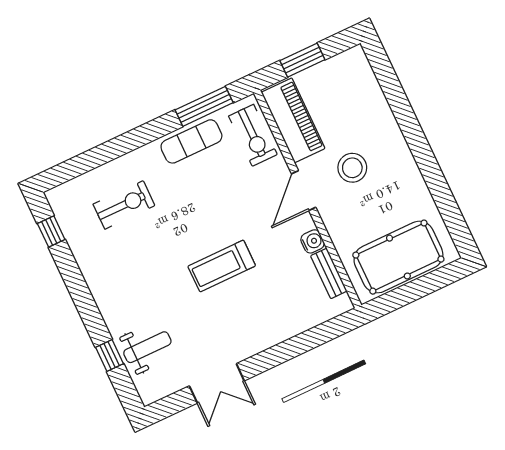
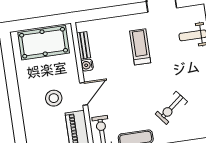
exercise bike: (124, 205) -> (171, 108), moved, turned -39
treadmill: (222, 266) -> (140, 47), moved, turned -90

